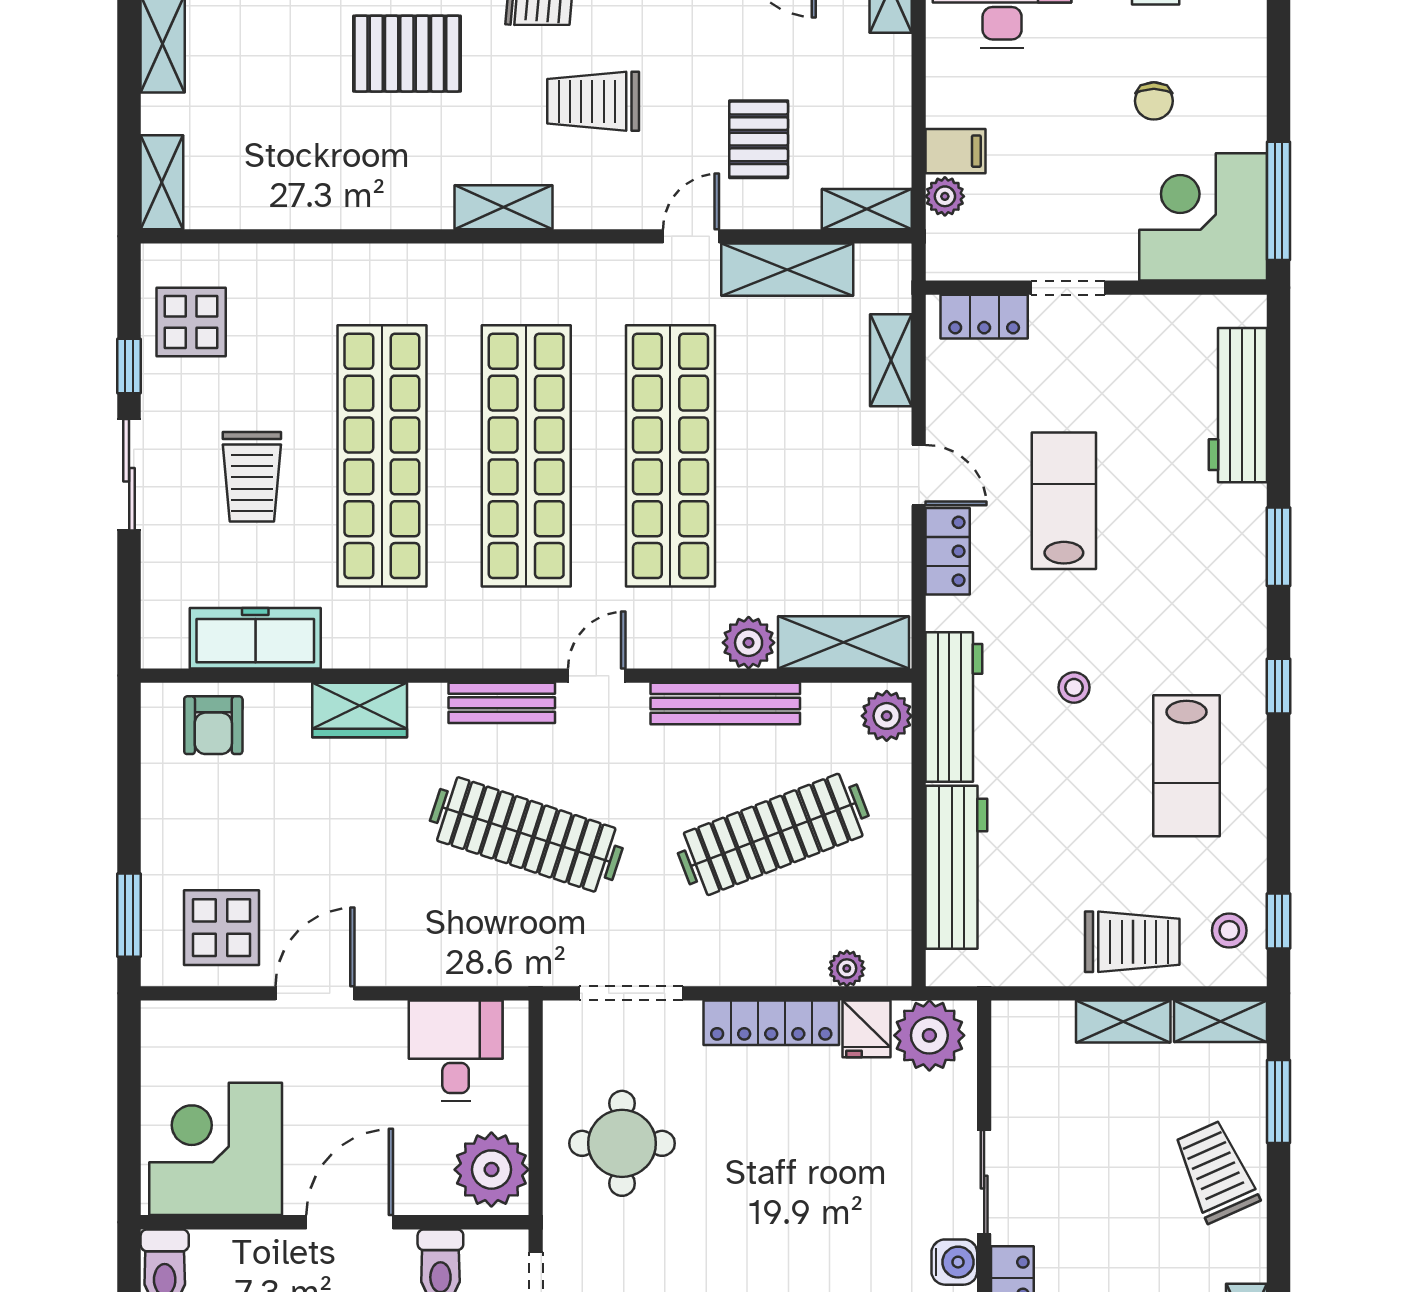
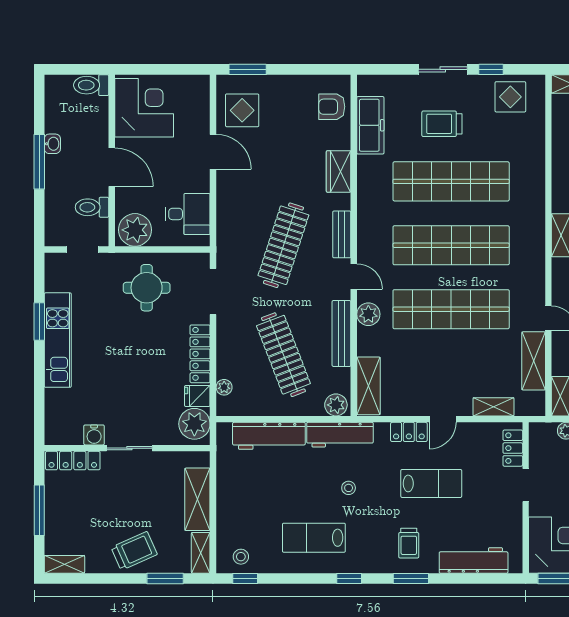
plant: (749, 643) -> (368, 314), moved
trolley: (1132, 942) -> (409, 543), moved, width x0.73, depth x0.72
shelving: (1123, 1022) -> (197, 499), width x1.50, depth x1.33

